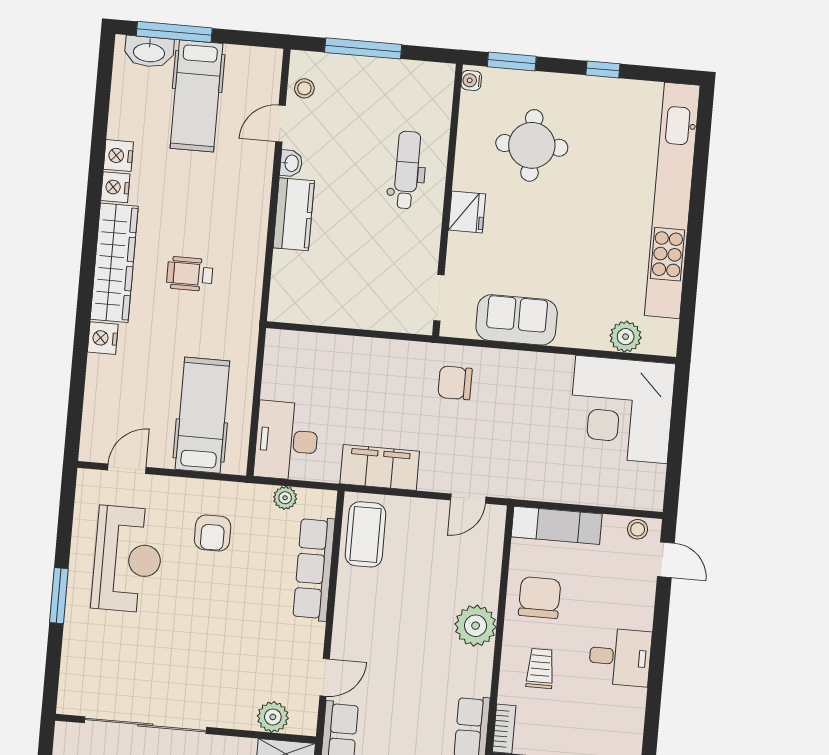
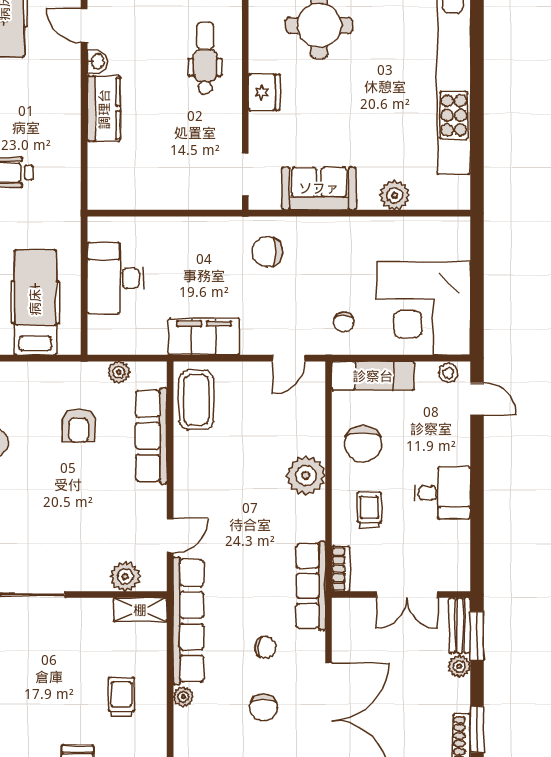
door: (280, 124) -> (84, 25), hinge flipped
plant: (626, 337) -> (395, 195), moved
corner desk: (621, 409) -> (424, 308), moved
desk: (287, 441) -> (115, 278), moved
chair: (530, 465) -> (344, 322), added
armchair: (213, 533) -> (79, 426), moved
chair: (540, 598) -> (363, 444), turned 180

